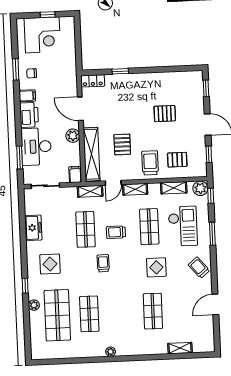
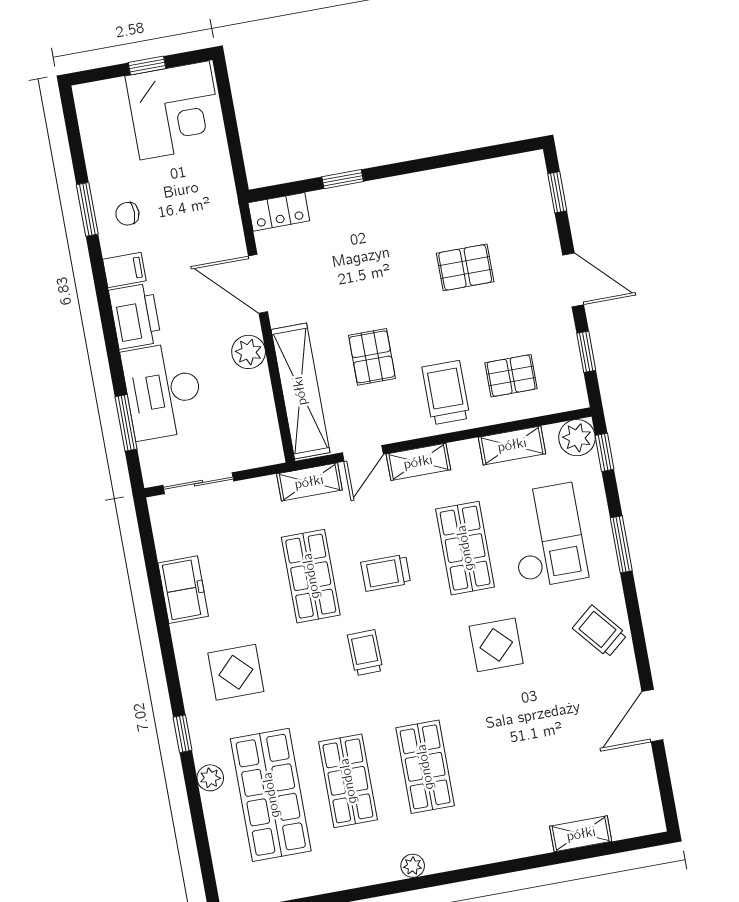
corner desk: (42, 35) -> (175, 110), moved
filing cabinet: (75, 174) -> (267, 446), removed
shop shelf: (153, 311) -> (425, 767), moved

